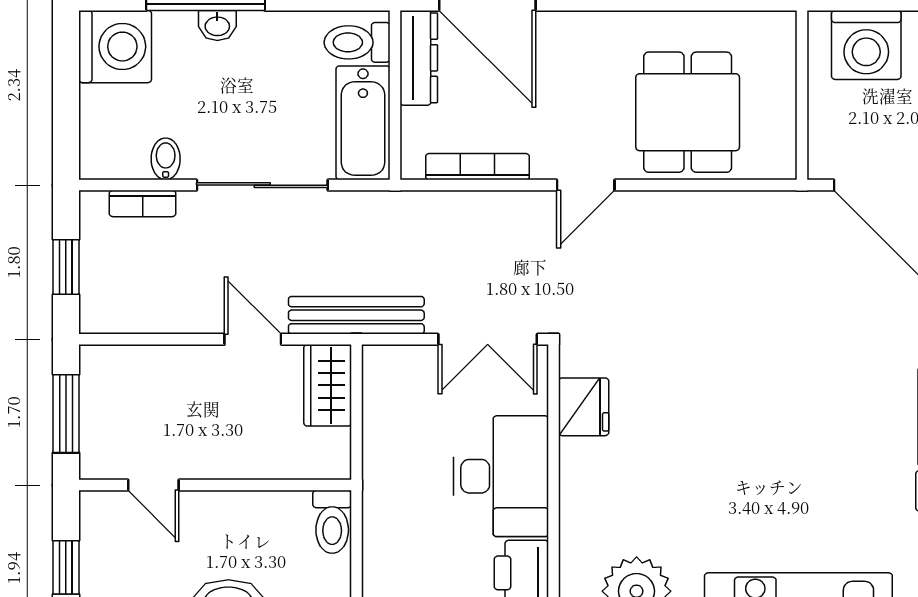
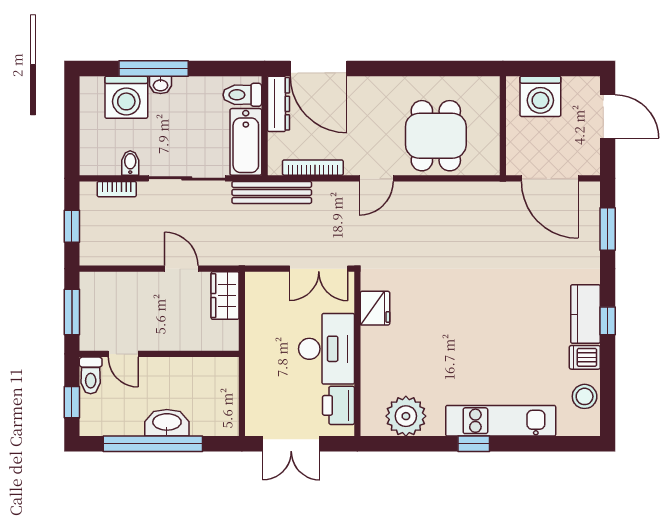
washing machine: (115, 47) -> (126, 97), moved, turned 90
bench: (356, 315) -> (272, 192), moved
toilet: (332, 522) -> (91, 375), moved

